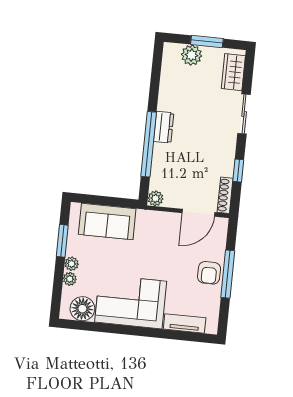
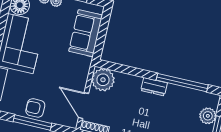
window: (149, 144) -> (182, 83), moved
plant: (155, 198) -> (103, 80), width x1.88, depth x1.88

